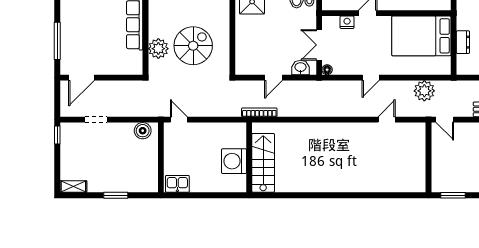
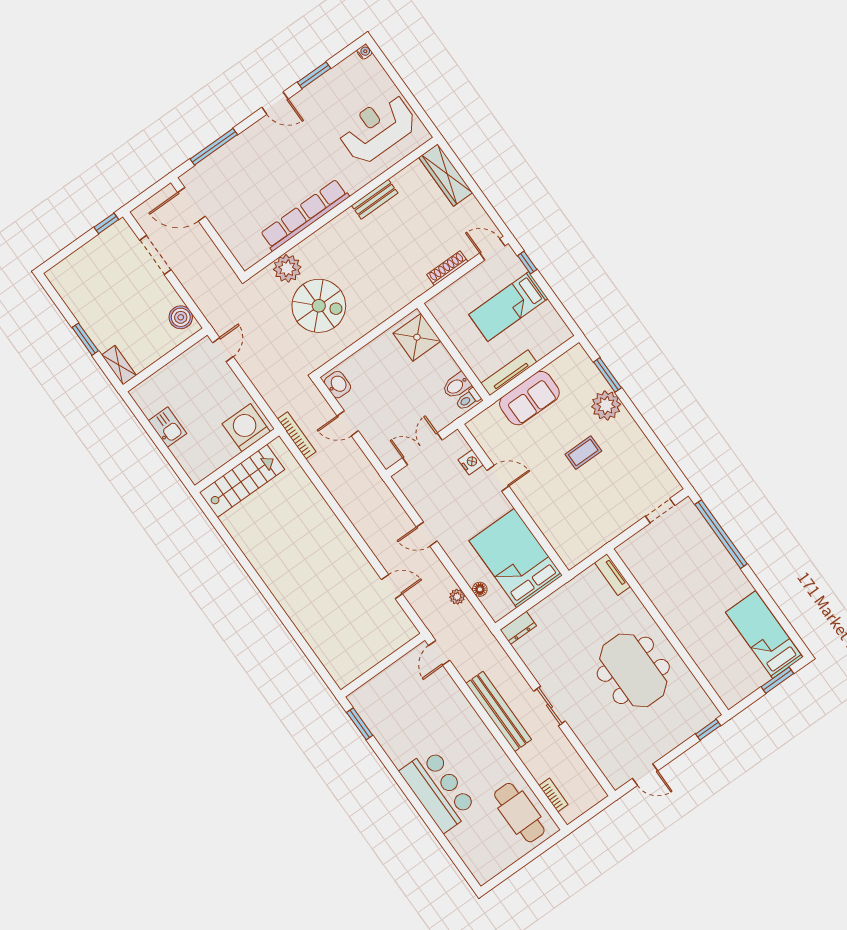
dresser: (463, 42) -> (518, 628), moved
washbasin: (301, 67) -> (337, 385), moved
floor lamp: (327, 70) -> (480, 589), moved
plant: (424, 91) -> (457, 597), width x0.53, depth x0.53
doorway: (96, 120) -> (155, 255), width x1.38
washing machine: (234, 161) -> (246, 428), moved
kitchen sink: (177, 184) -> (167, 427), moved
shelving: (73, 186) -> (119, 365), moved

